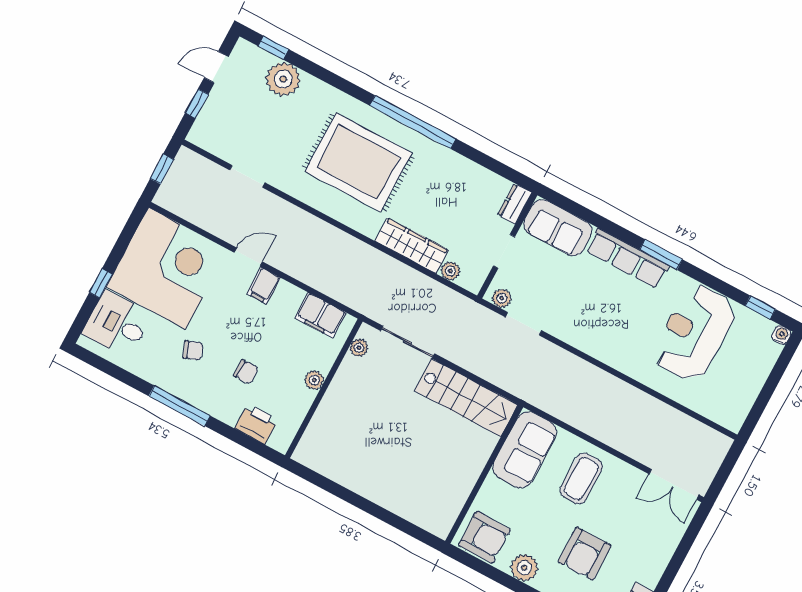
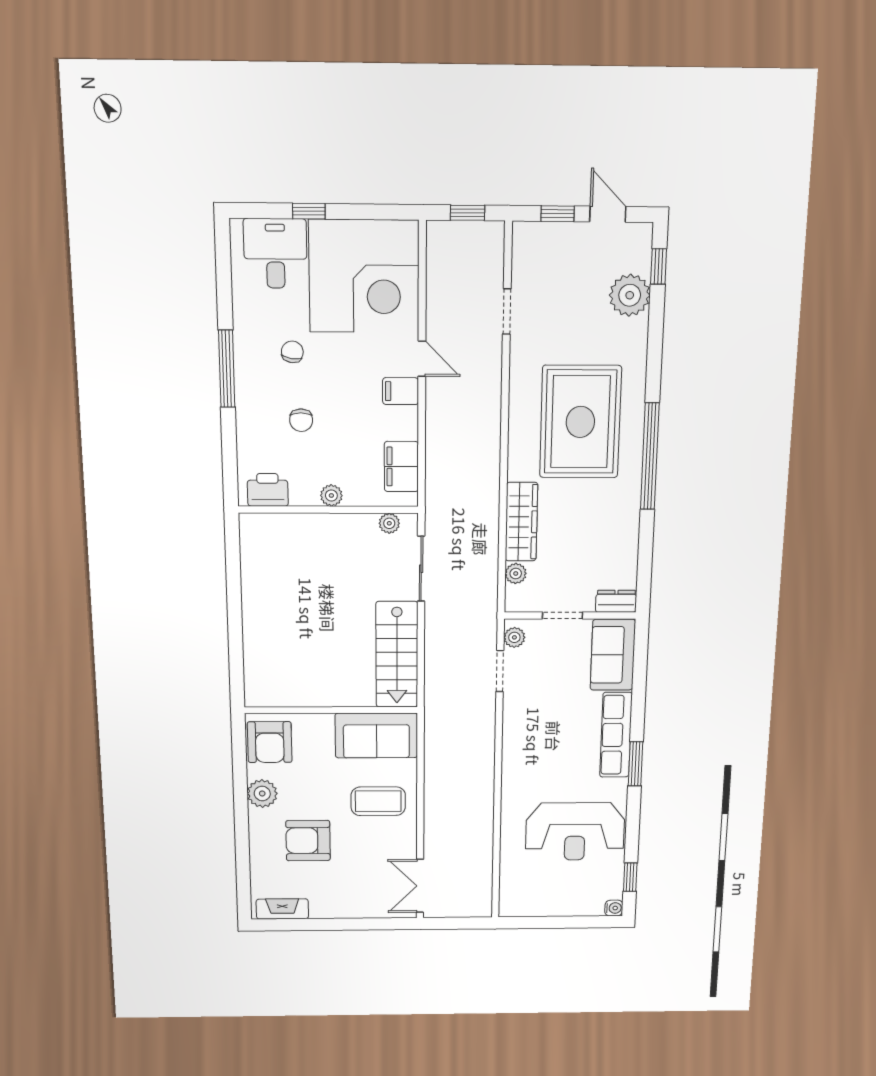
reception desk: (694, 333) -> (575, 831), turned 180
chair: (193, 350) -> (292, 352), turned -150
printer: (256, 424) -> (268, 490), moved, turned -90

